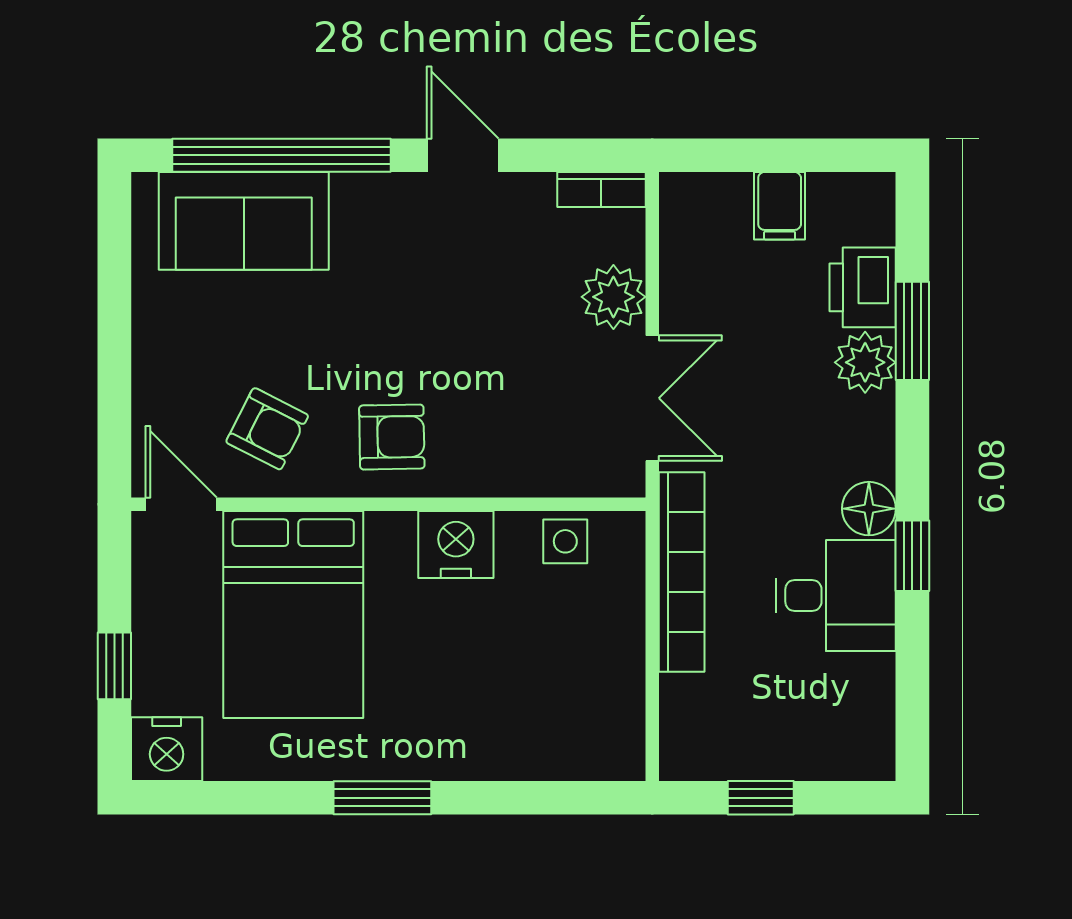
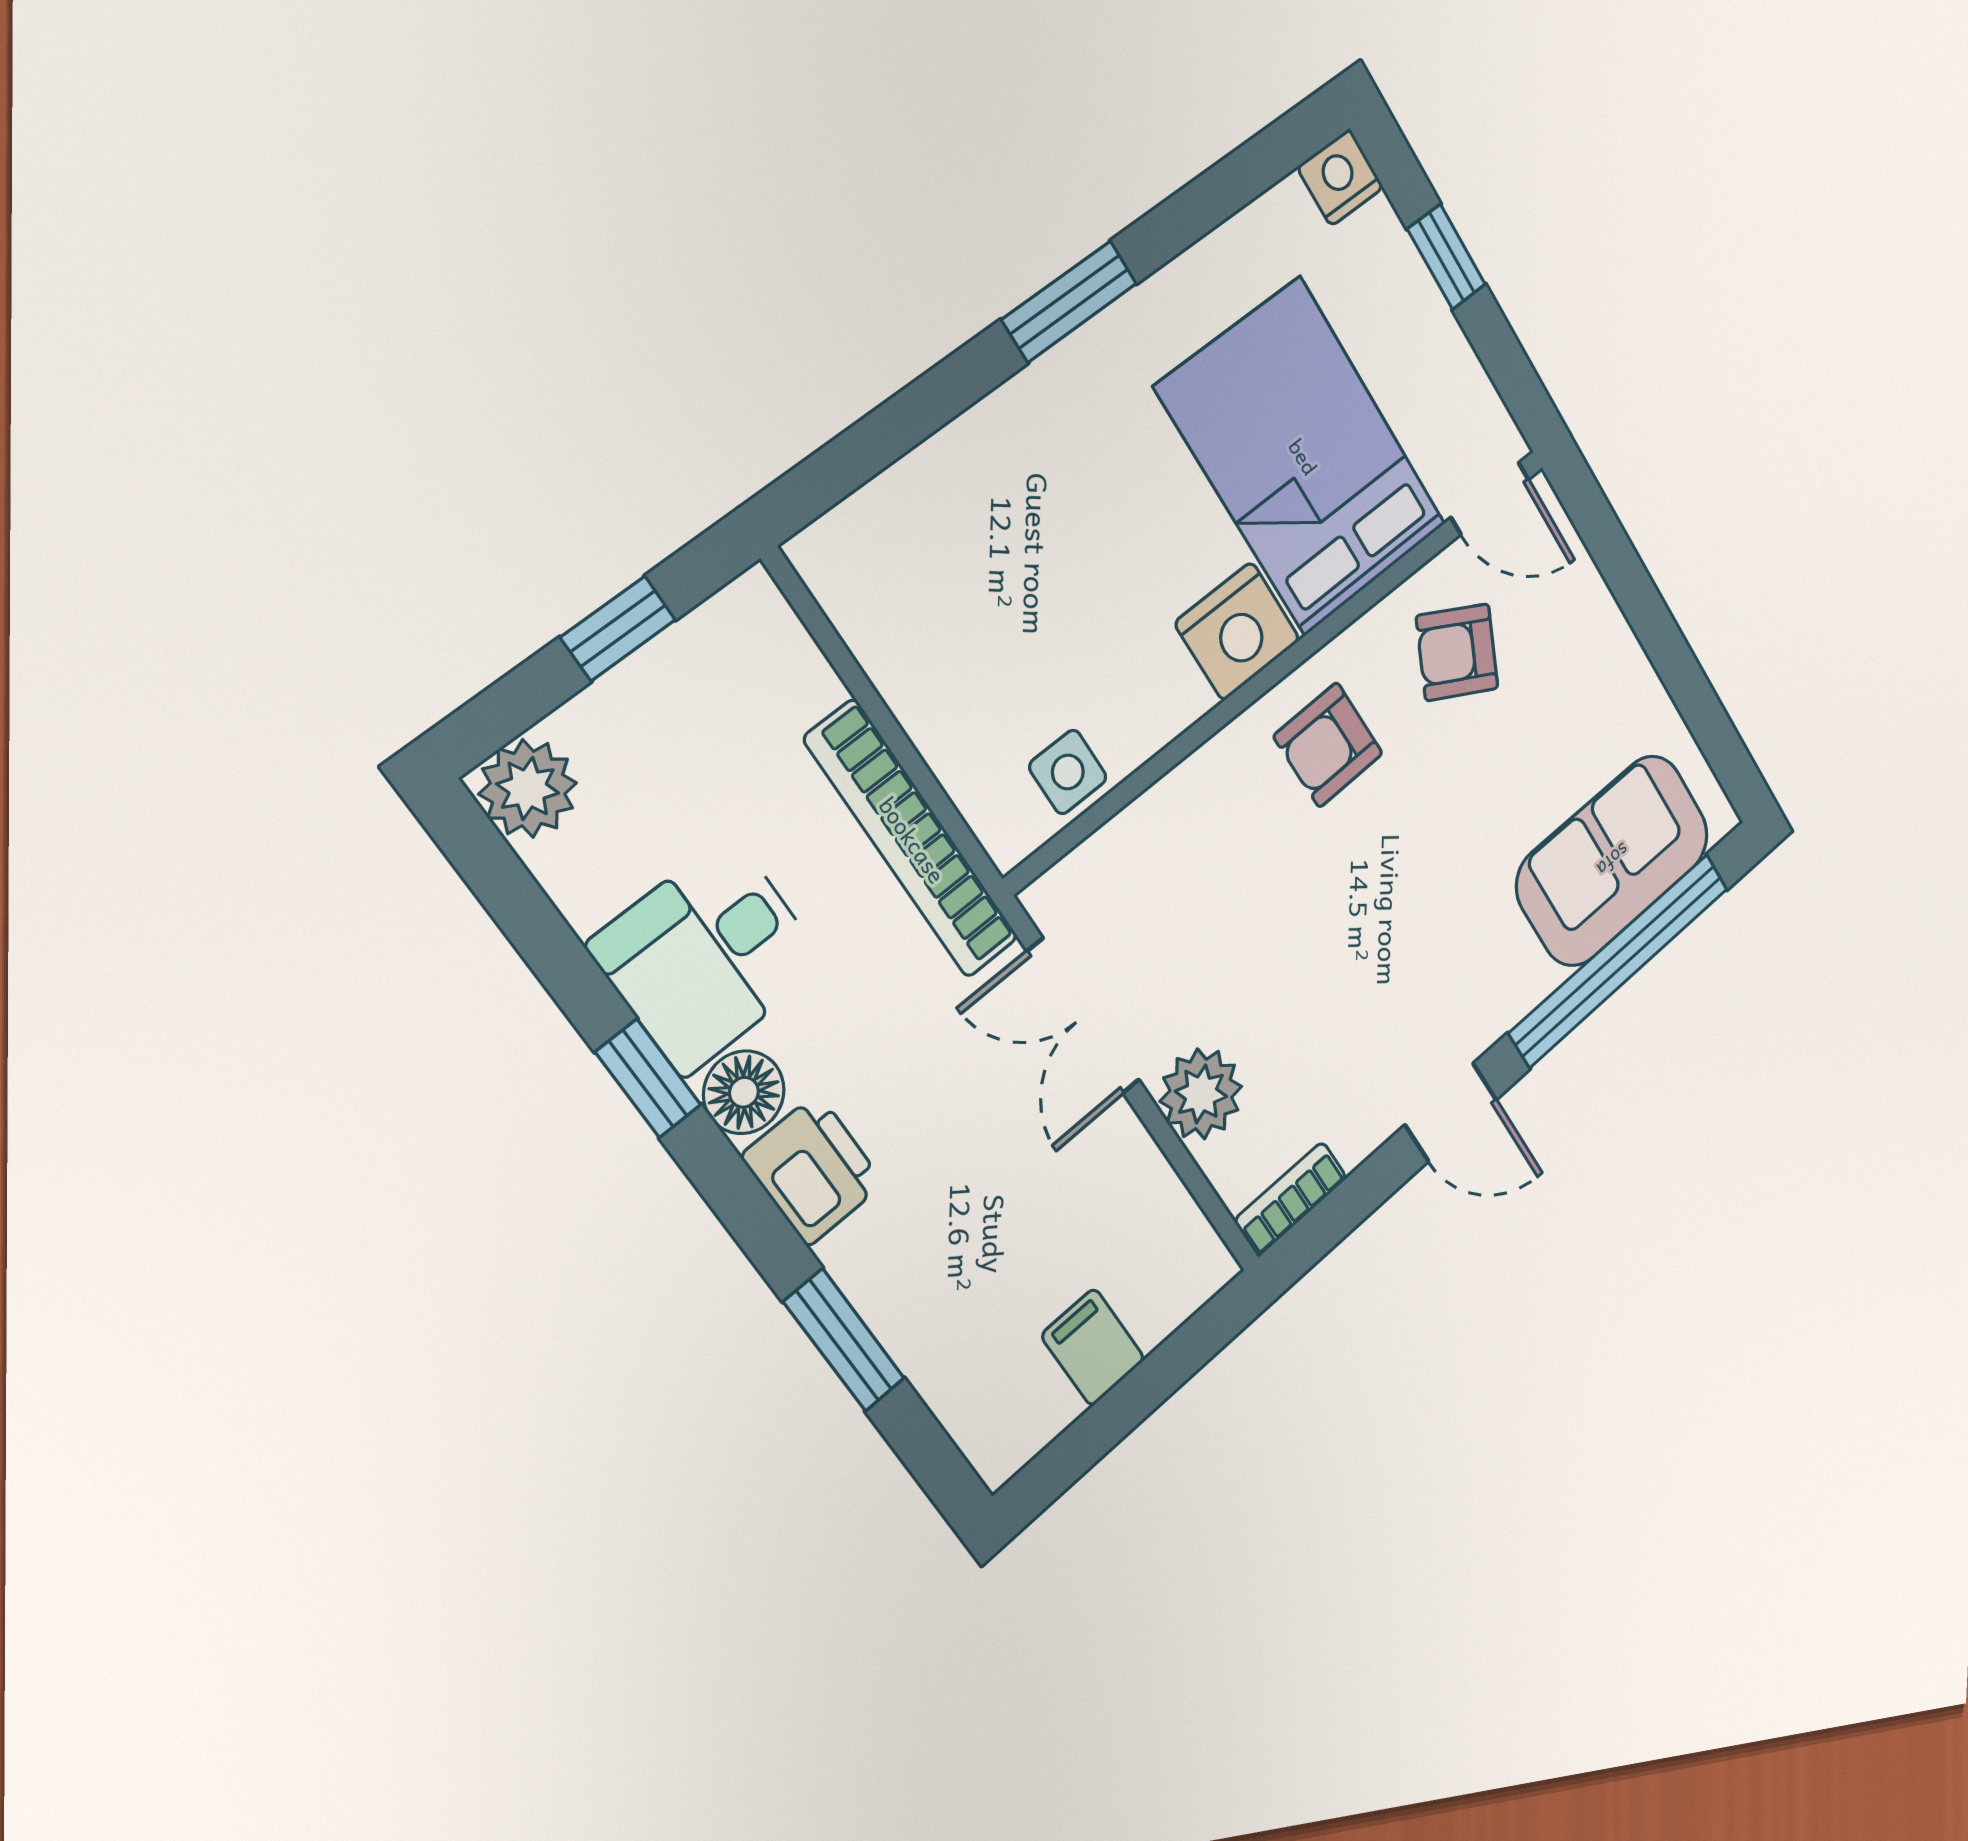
printer: (863, 287) -> (813, 1170), moved
plant: (865, 362) -> (528, 788), moved
nightstand: (456, 545) -> (1237, 631), moved
nightstand: (167, 749) -> (1340, 177), width x0.74, depth x0.75

